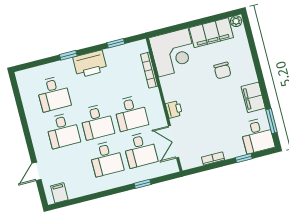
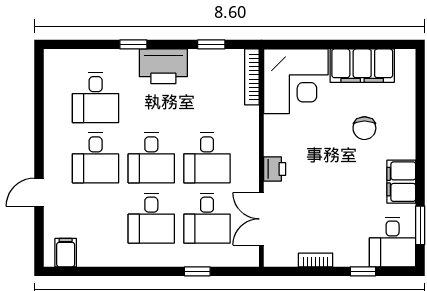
plant: (236, 21) -> (405, 58), removed
bookcase: (149, 70) -> (252, 77), moved
door: (37, 171) -> (39, 192), moved

